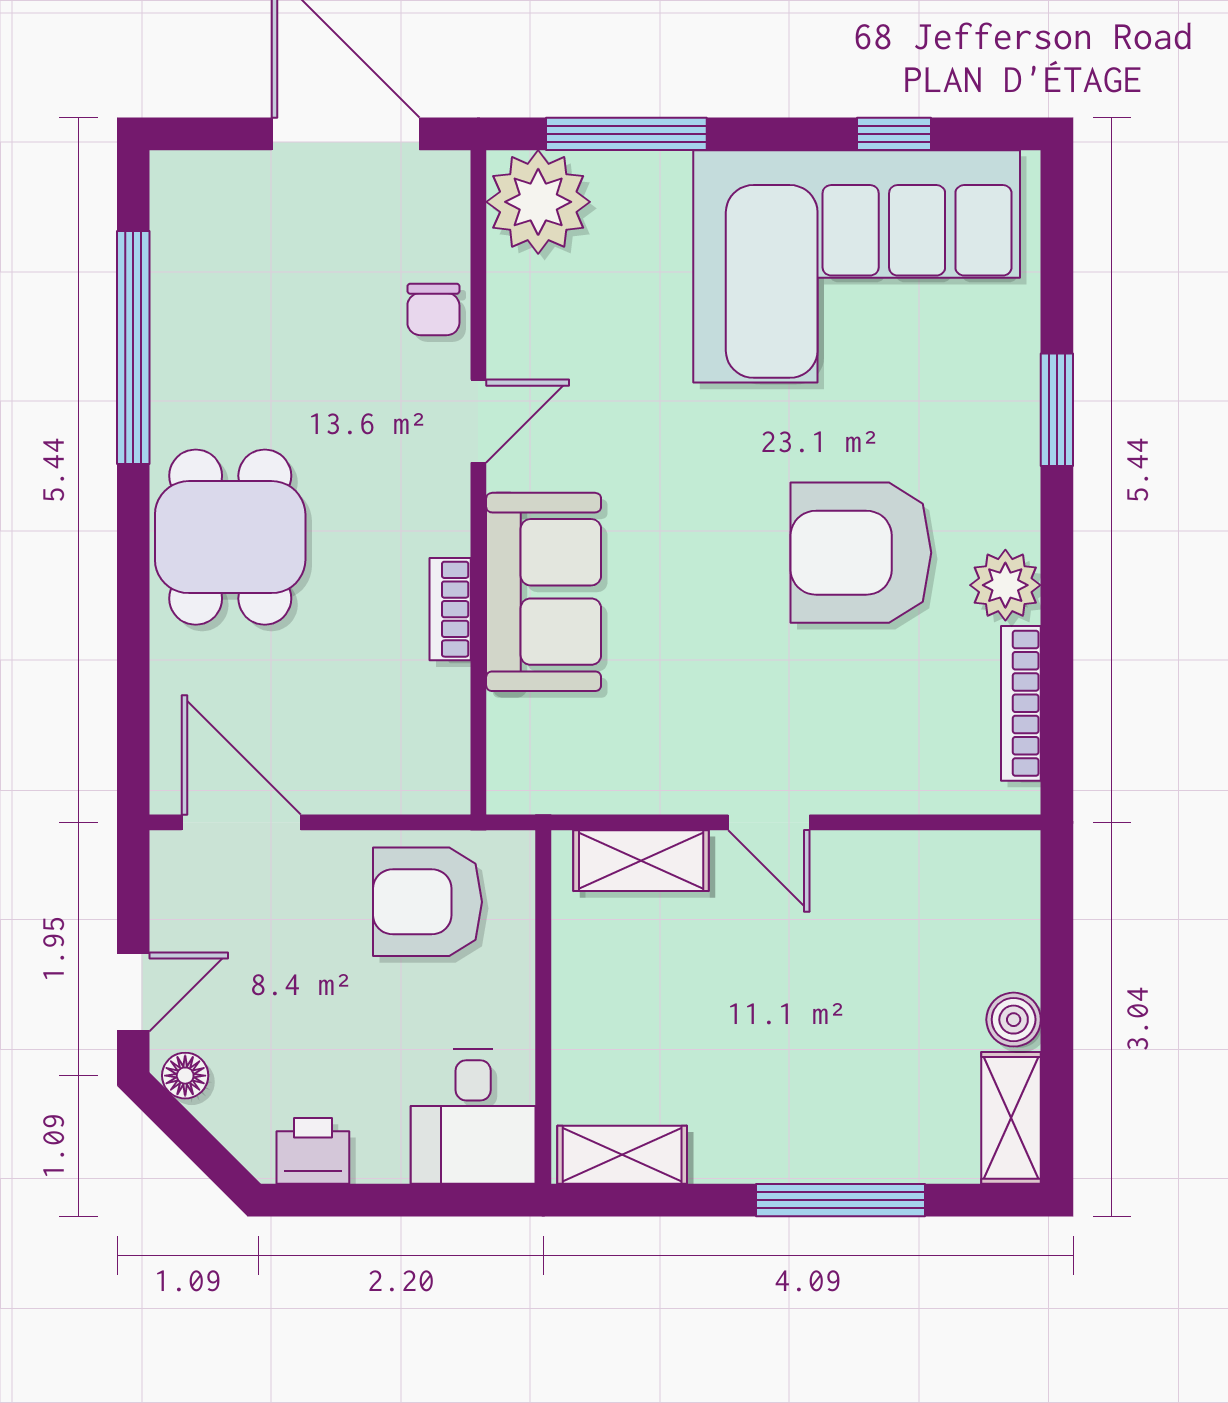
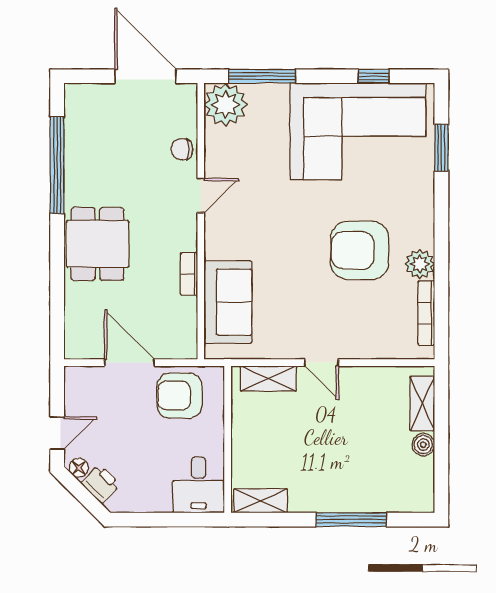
chair: (433, 309) -> (182, 149), turned 90
window: (1057, 410) -> (441, 148), moved
sofa: (544, 592) -> (228, 302), moved
door: (241, 822) -> (129, 363), moved
shelving: (1011, 1118) -> (422, 404), moved
printer: (313, 1151) -> (101, 484), moved, turned 45

